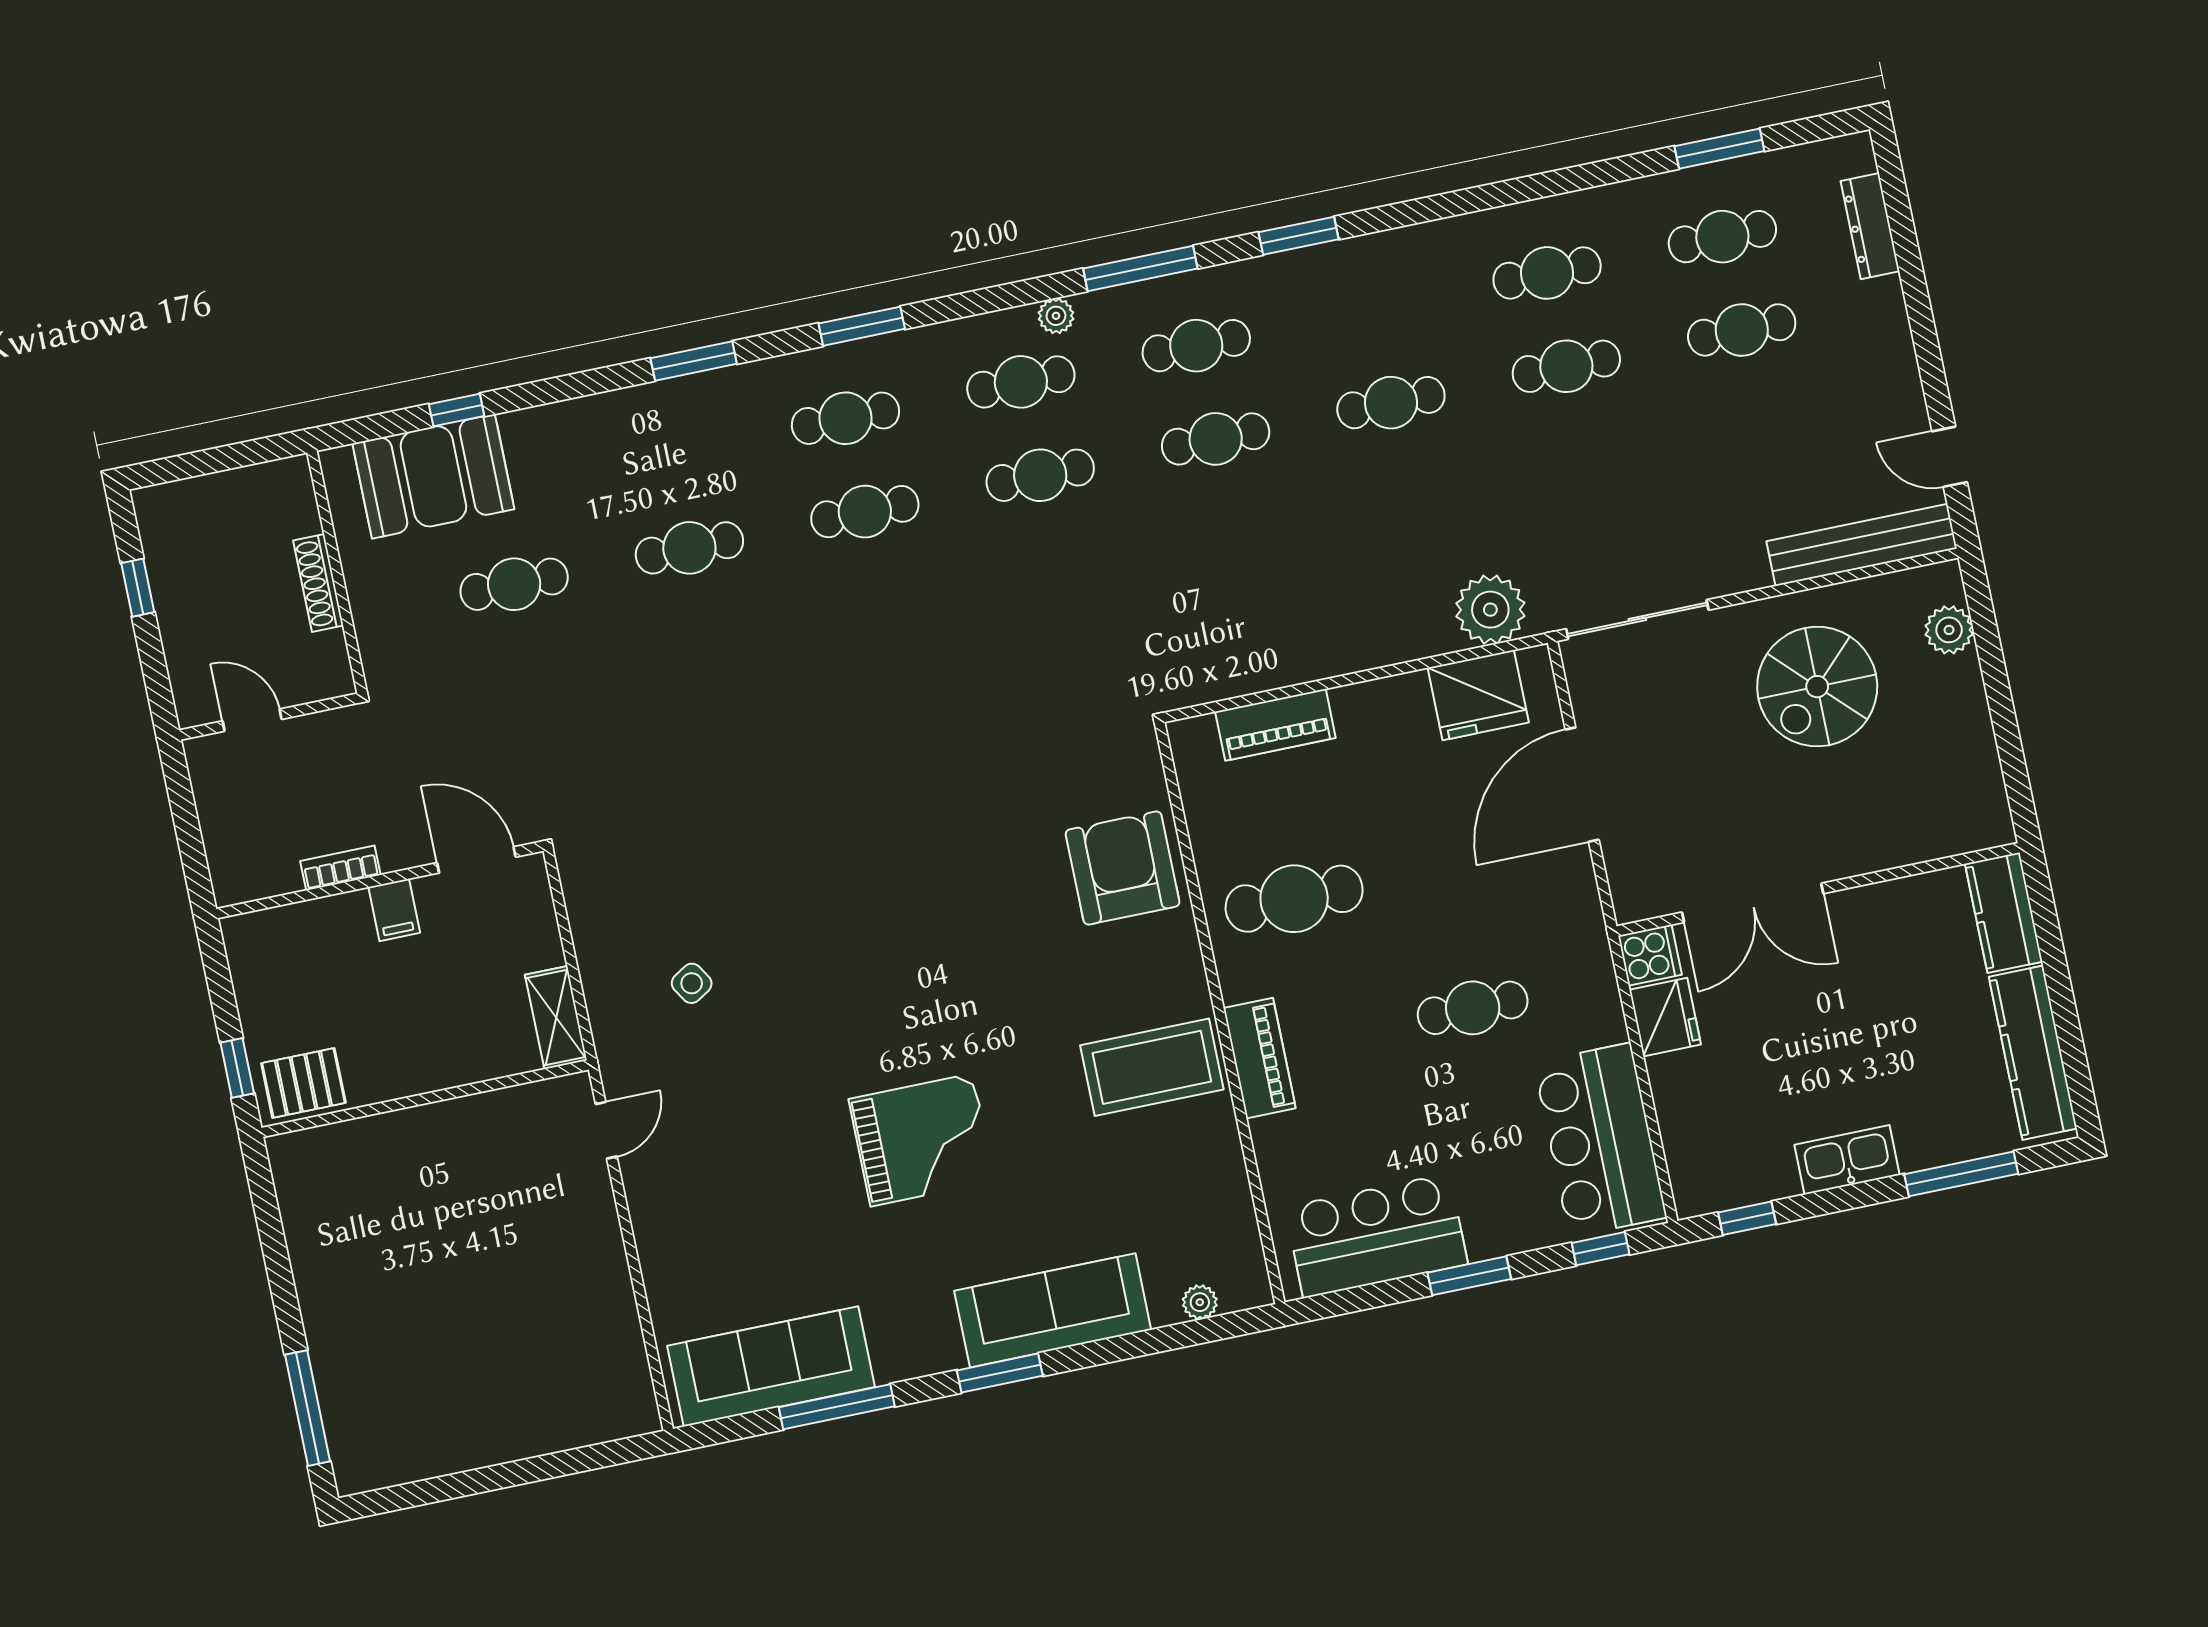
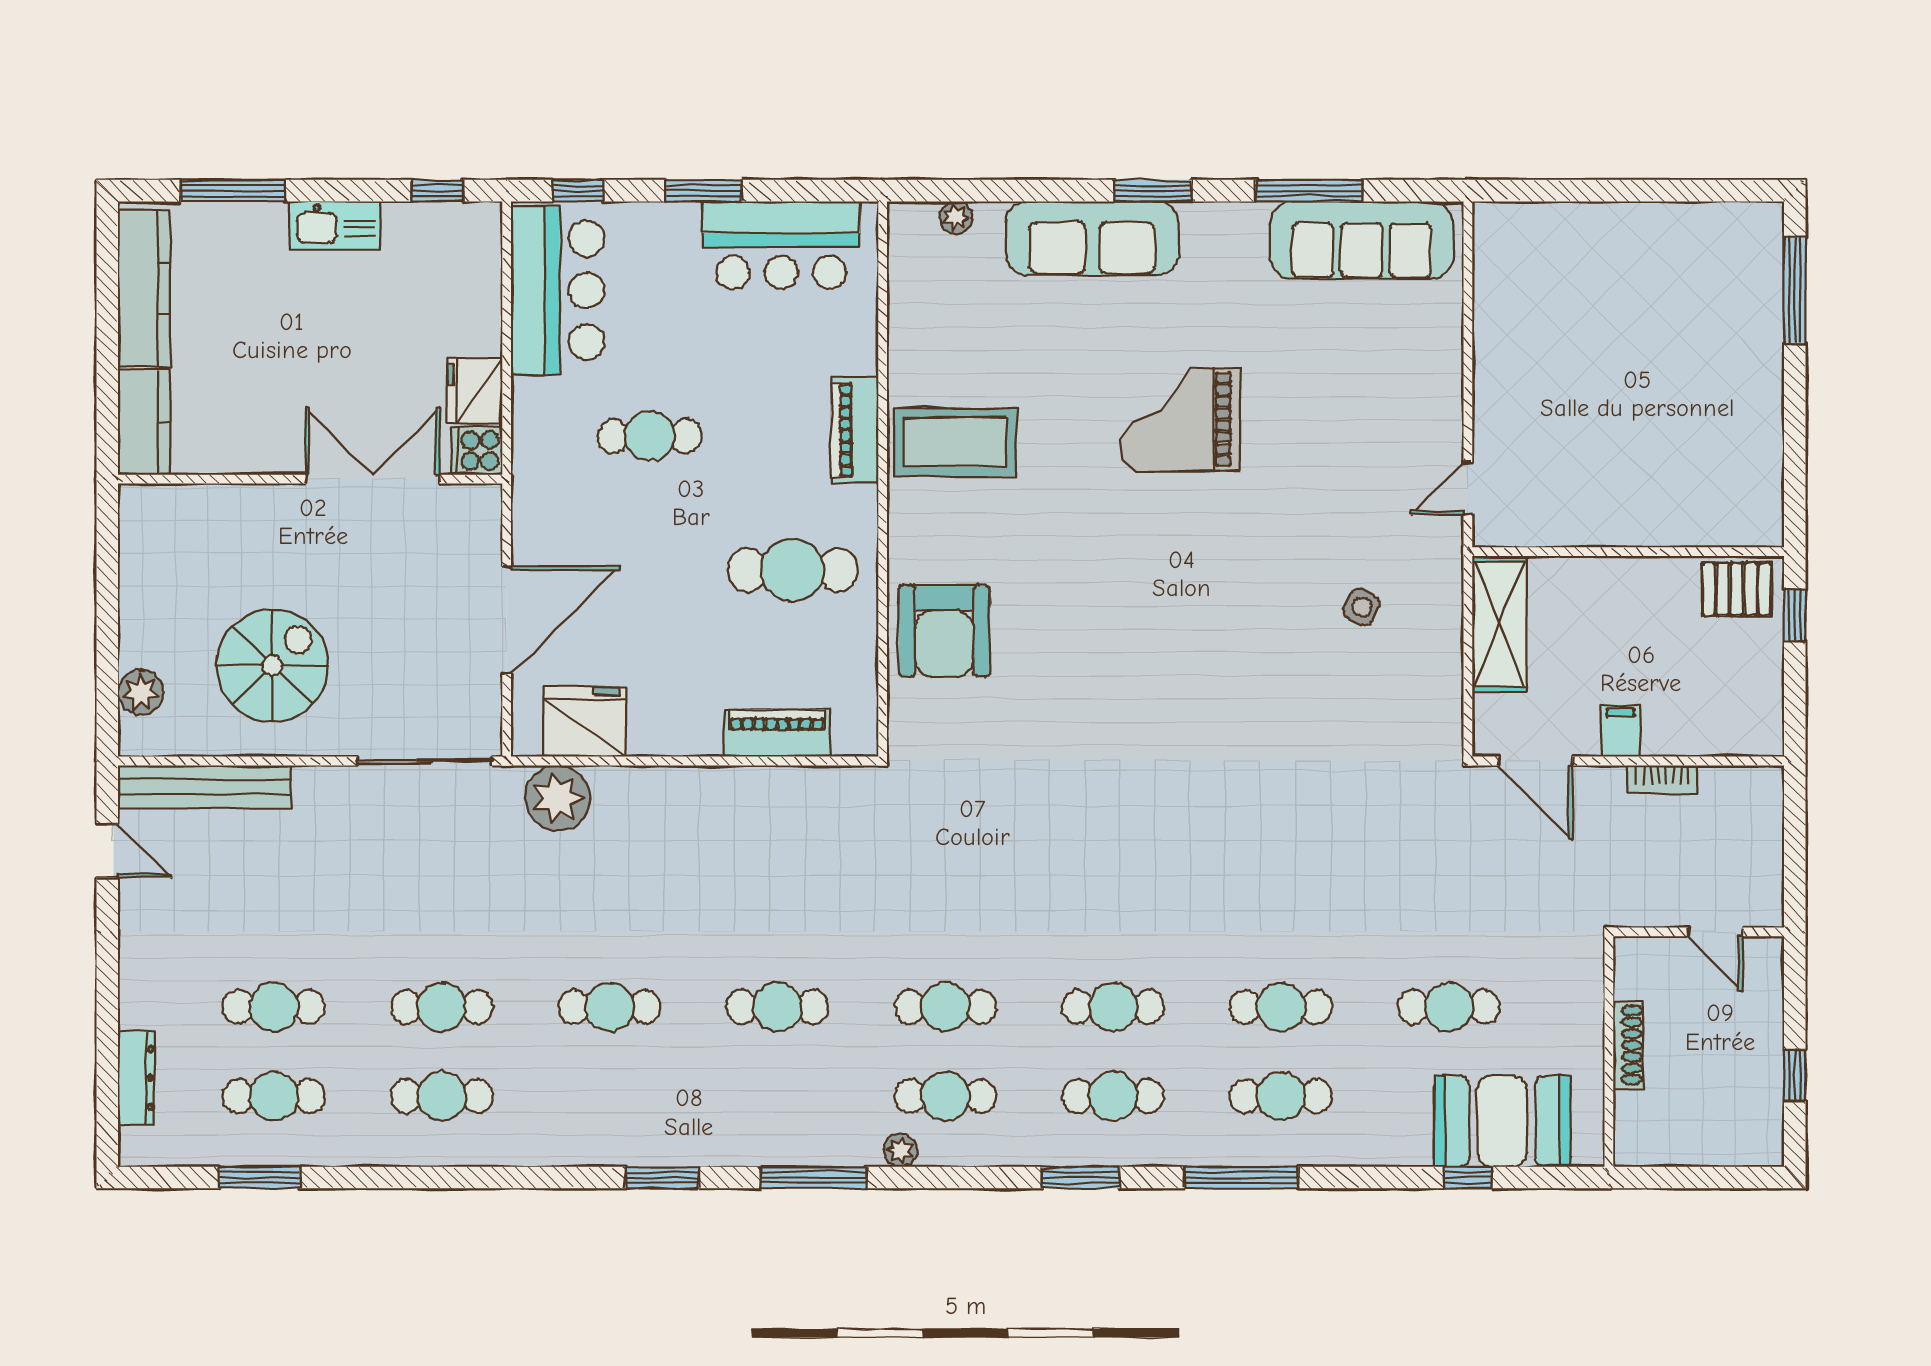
cafe table: (1196, 346) -> (1281, 1096), moved
window: (694, 361) -> (1242, 1178), width x1.44
side table: (692, 983) -> (1362, 607), turned -33
shelving: (556, 1018) -> (1499, 624), width x1.50, depth x1.33

